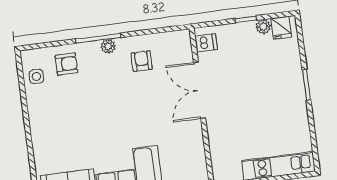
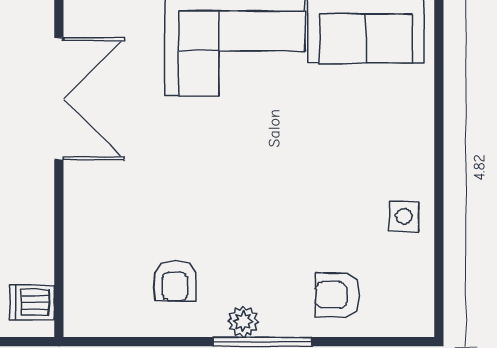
side table: (36, 76) -> (404, 217), moved
double door: (200, 90) -> (59, 99), moved

